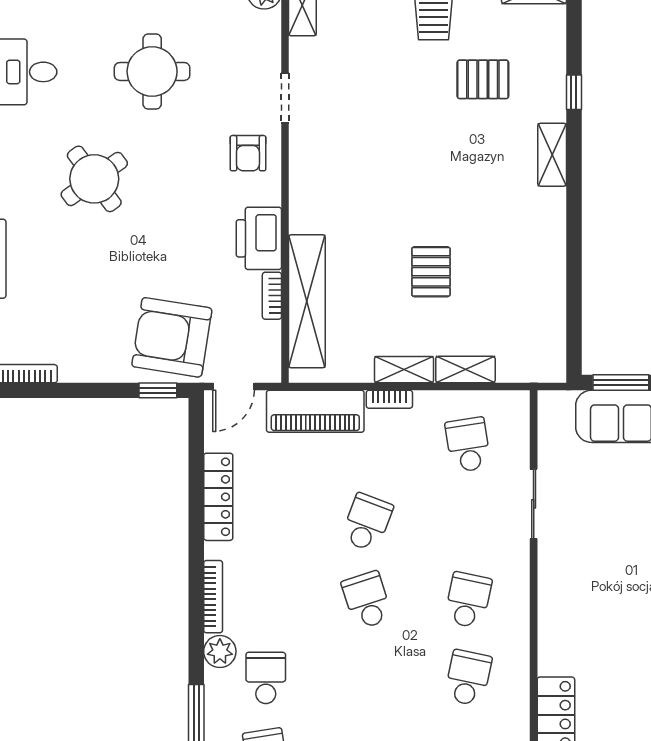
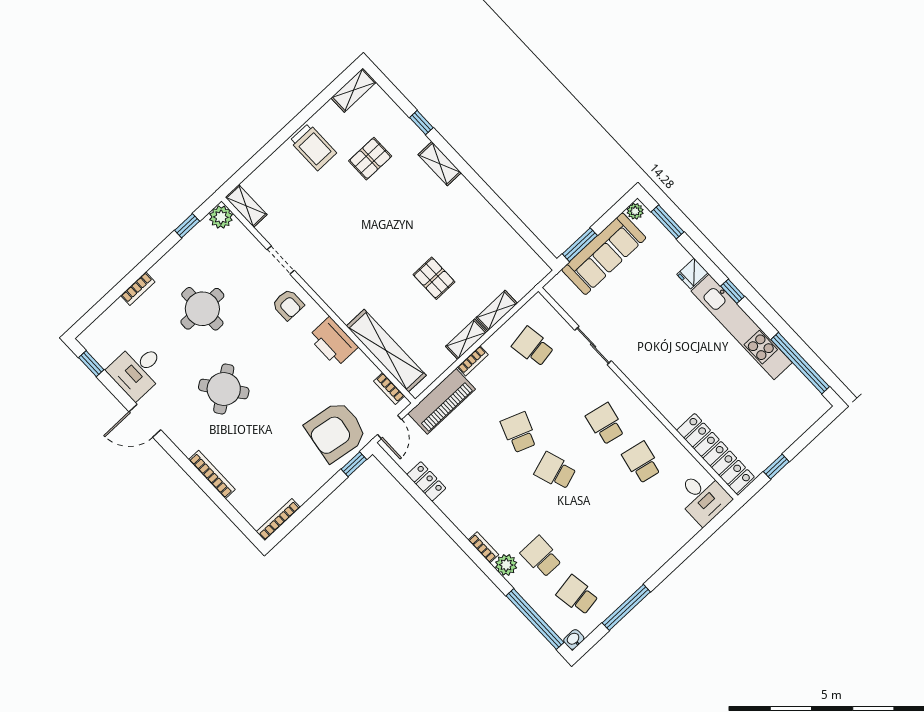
bookcase: (272, 296) -> (389, 388), moved
locker: (218, 497) -> (426, 481), width x0.66
bookcase: (213, 597) -> (483, 547), width x0.64

